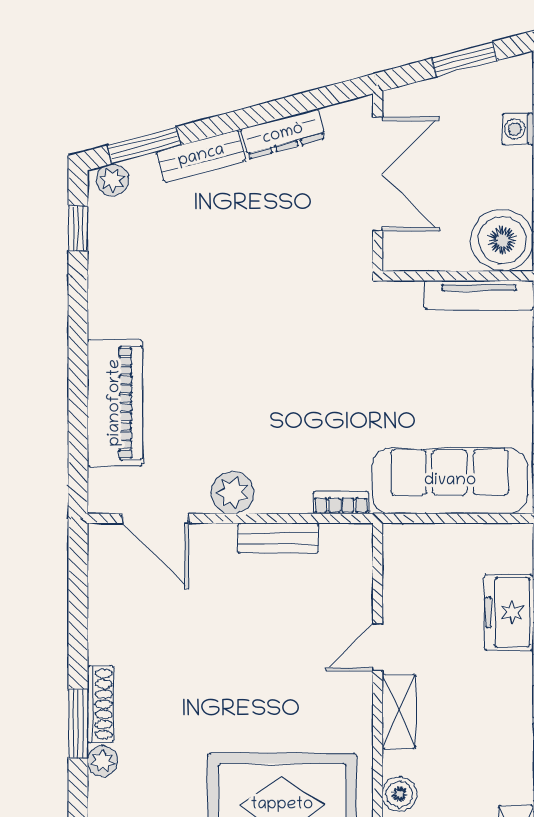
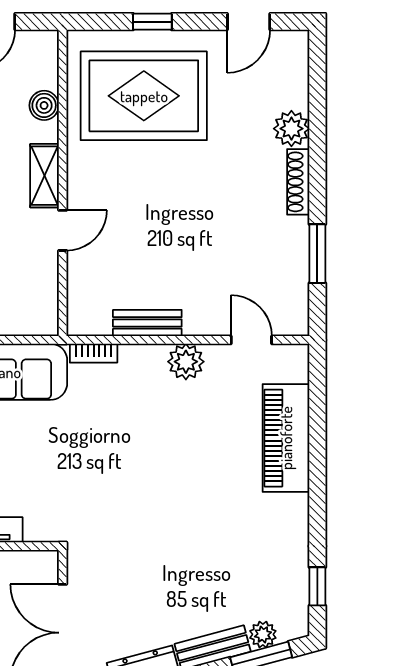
plant: (112, 180) -> (263, 634), moved
door: (156, 518) -> (251, 340), width x0.73
window: (78, 724) -> (317, 254), moved
plant: (103, 761) -> (291, 129), width x1.38, depth x1.38

